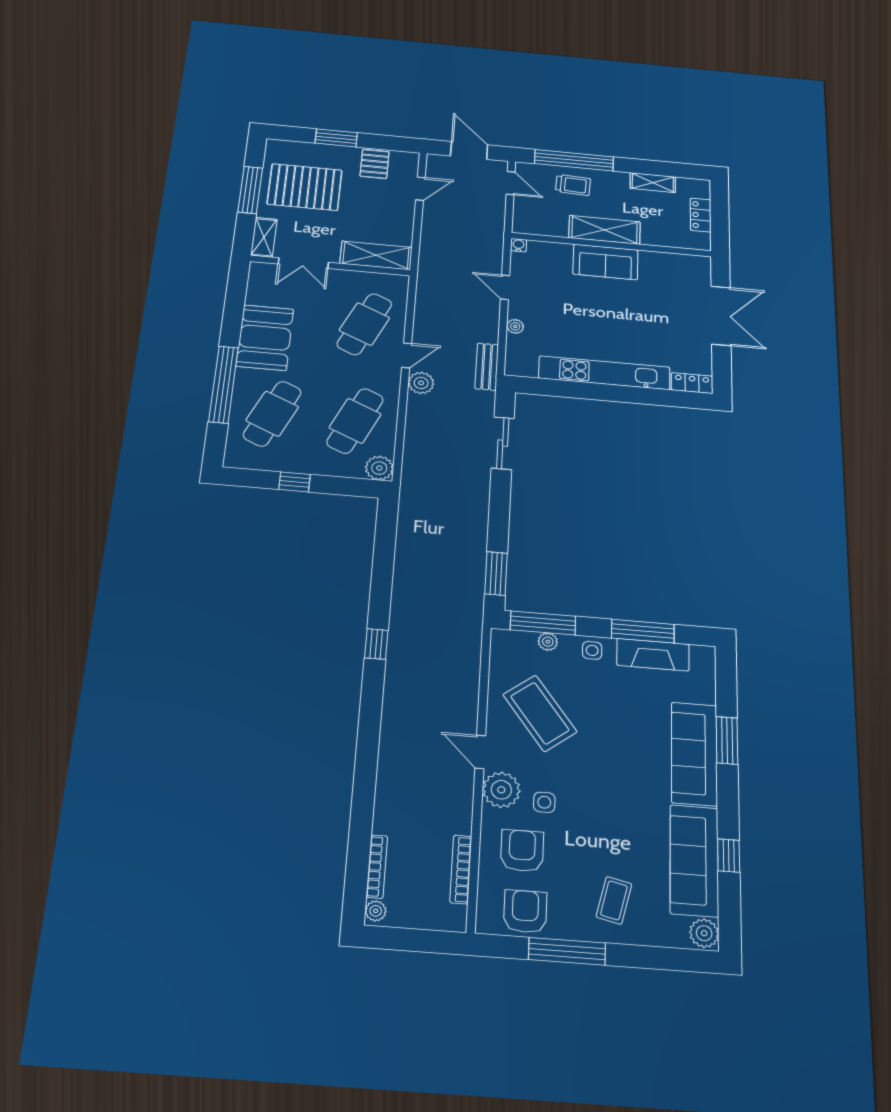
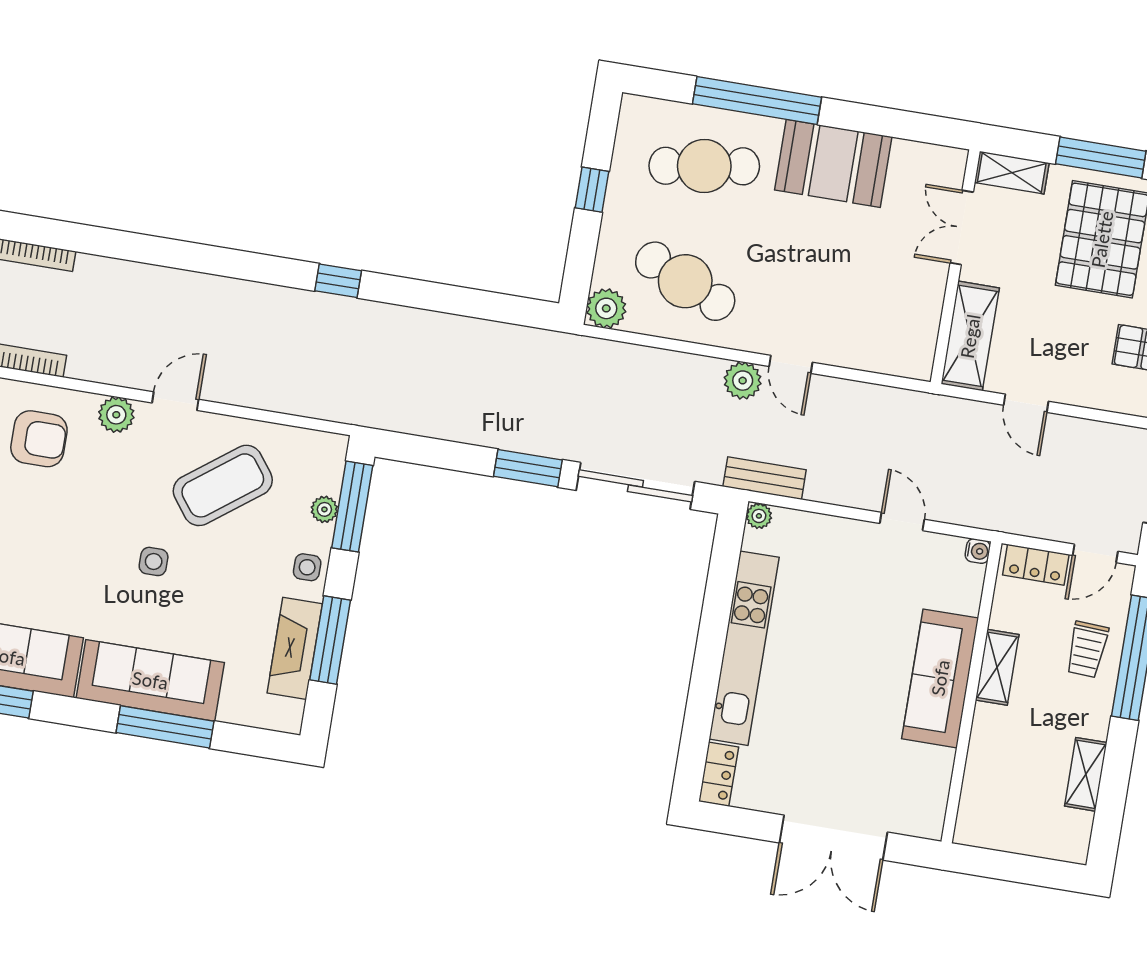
door: (420, 189) -> (1026, 403), moved
locker: (701, 215) -> (1036, 565), moved, turned 180
shelving: (605, 230) -> (997, 667), width x0.67, depth x0.75
sofa: (605, 262) -> (940, 678), width x1.36
door: (505, 287) -> (902, 521), hinge flipped
cafe table: (364, 324) -> (849, 308), removed
plant: (515, 326) -> (759, 516), moved
cafe table: (272, 414) -> (704, 166), turned -33
sliding door: (503, 443) -> (635, 486), width x1.37
window: (496, 573) -> (528, 468), moved
window: (727, 740) -> (165, 727), width x1.44
plant: (501, 790) -> (116, 415), width x0.73, depth x0.73
side table: (544, 802) -> (154, 561), moved

